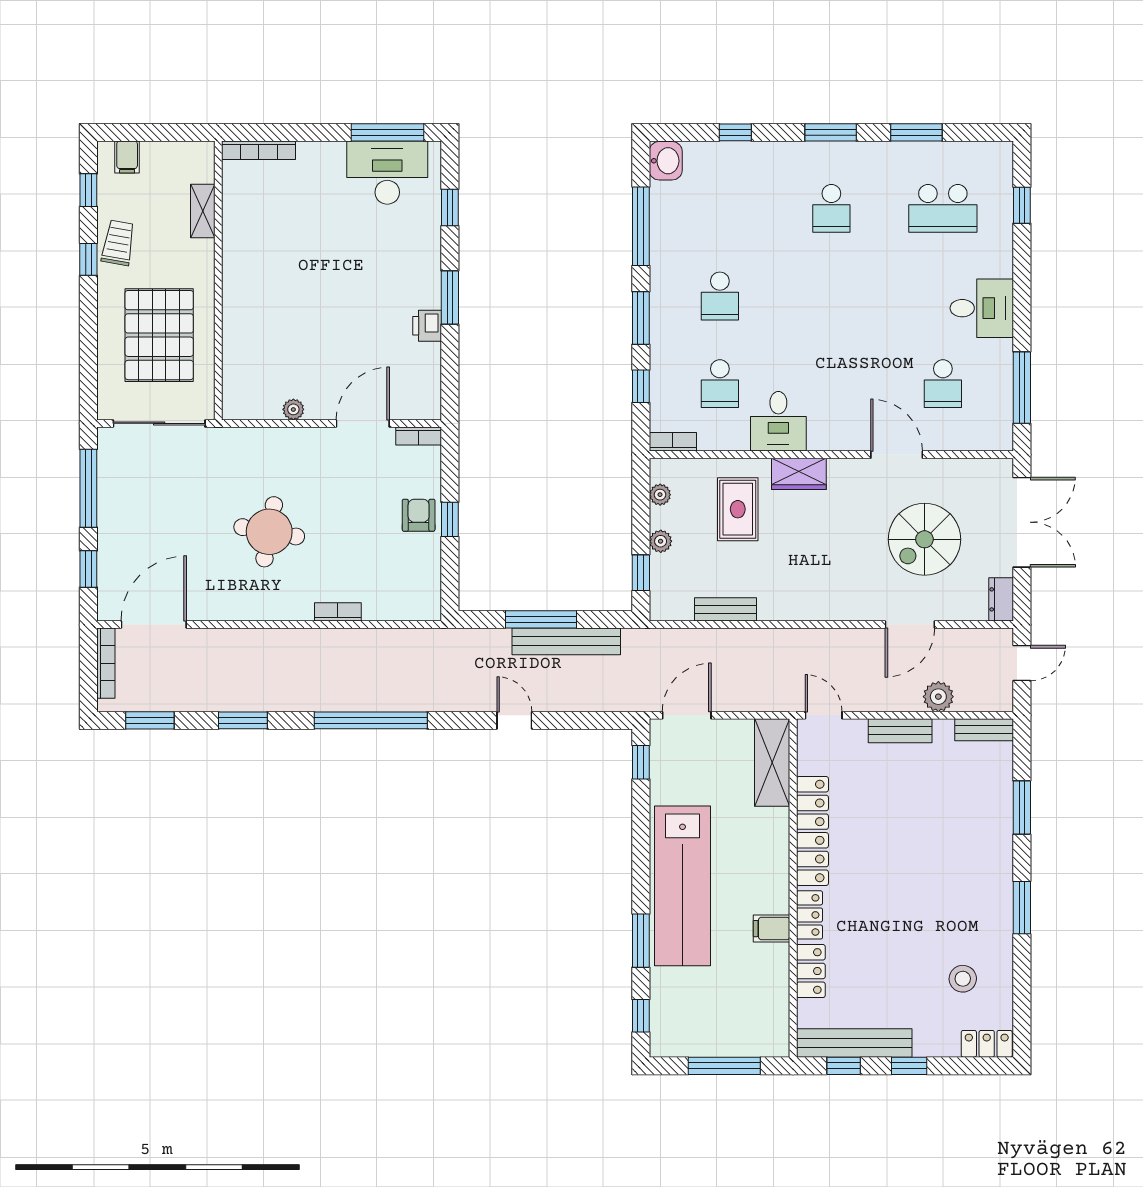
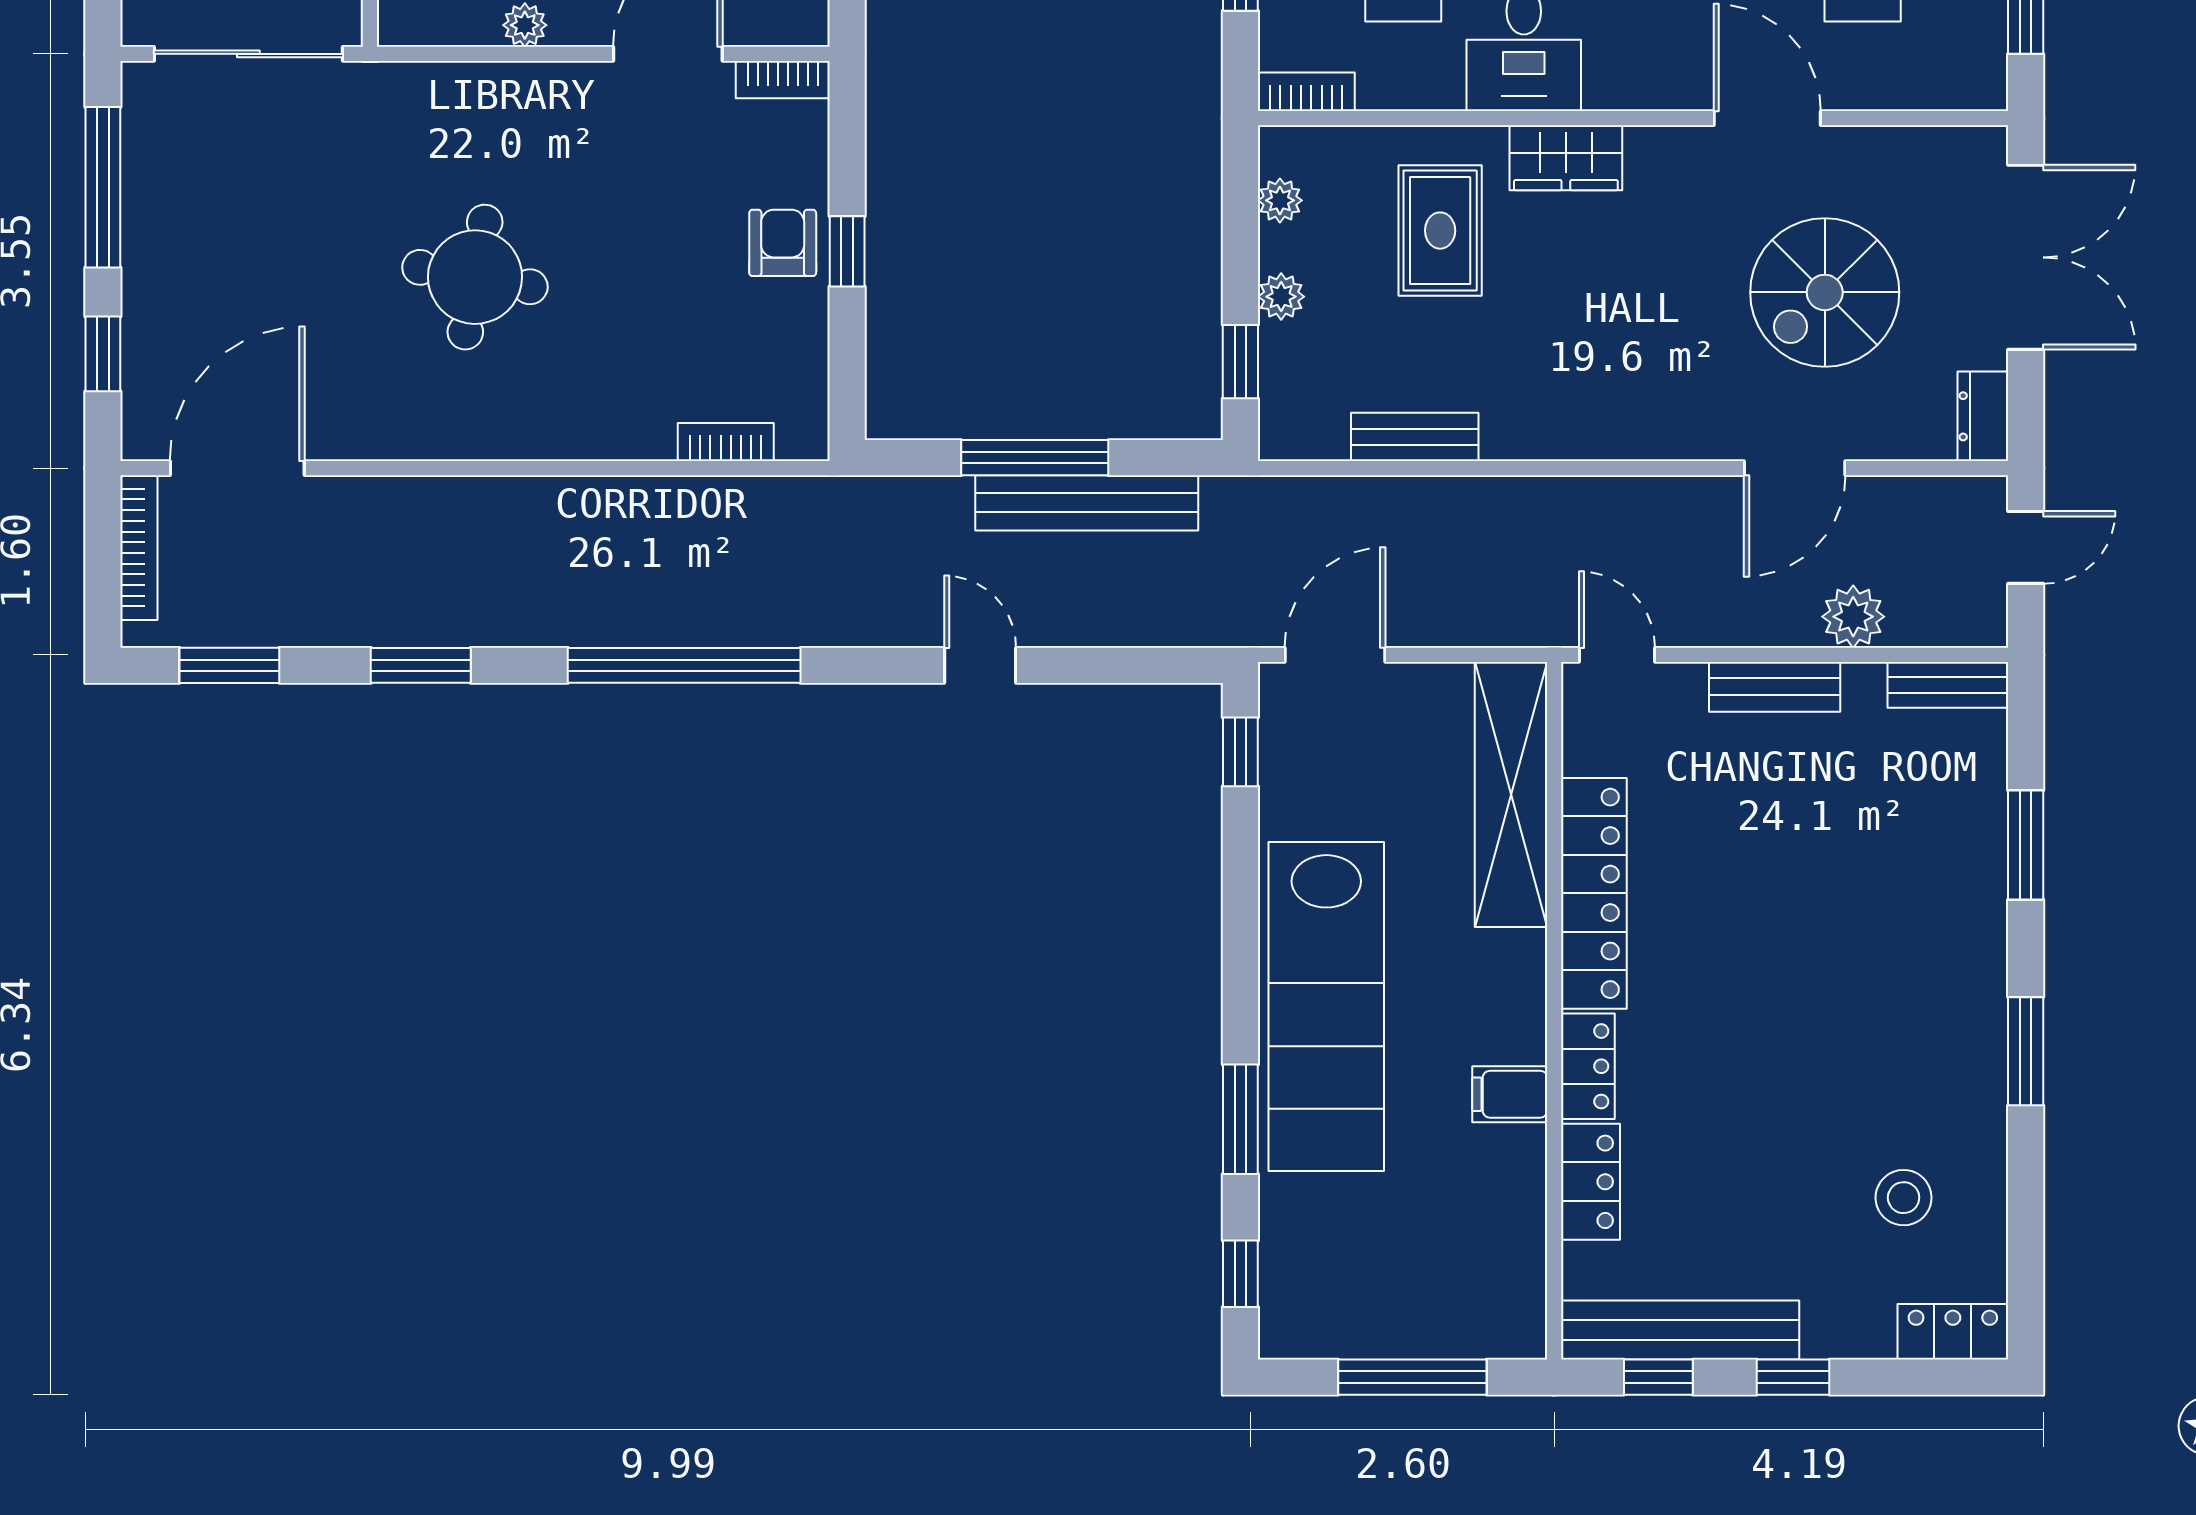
bookcase: (338, 612) -> (726, 442), moved
shelving: (772, 763) -> (1511, 795), width x1.47

